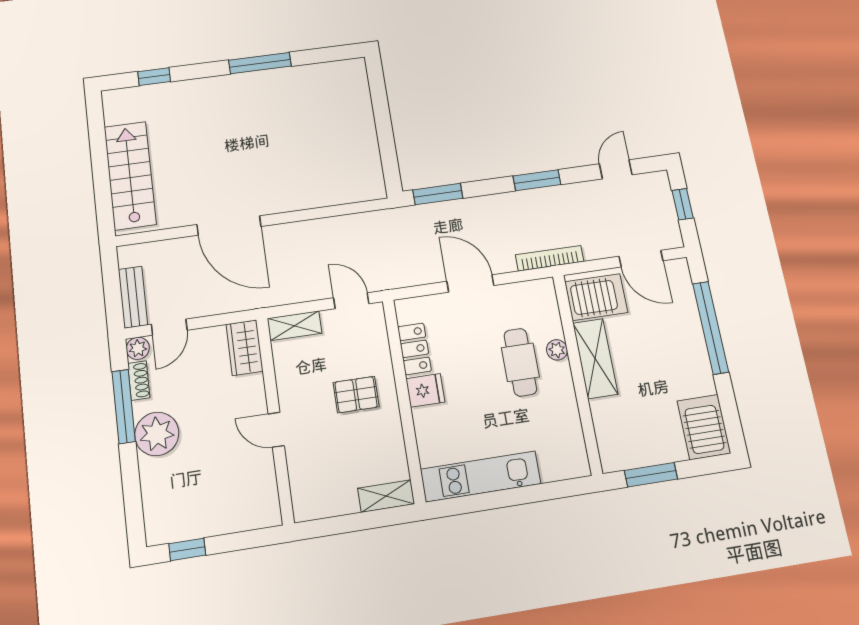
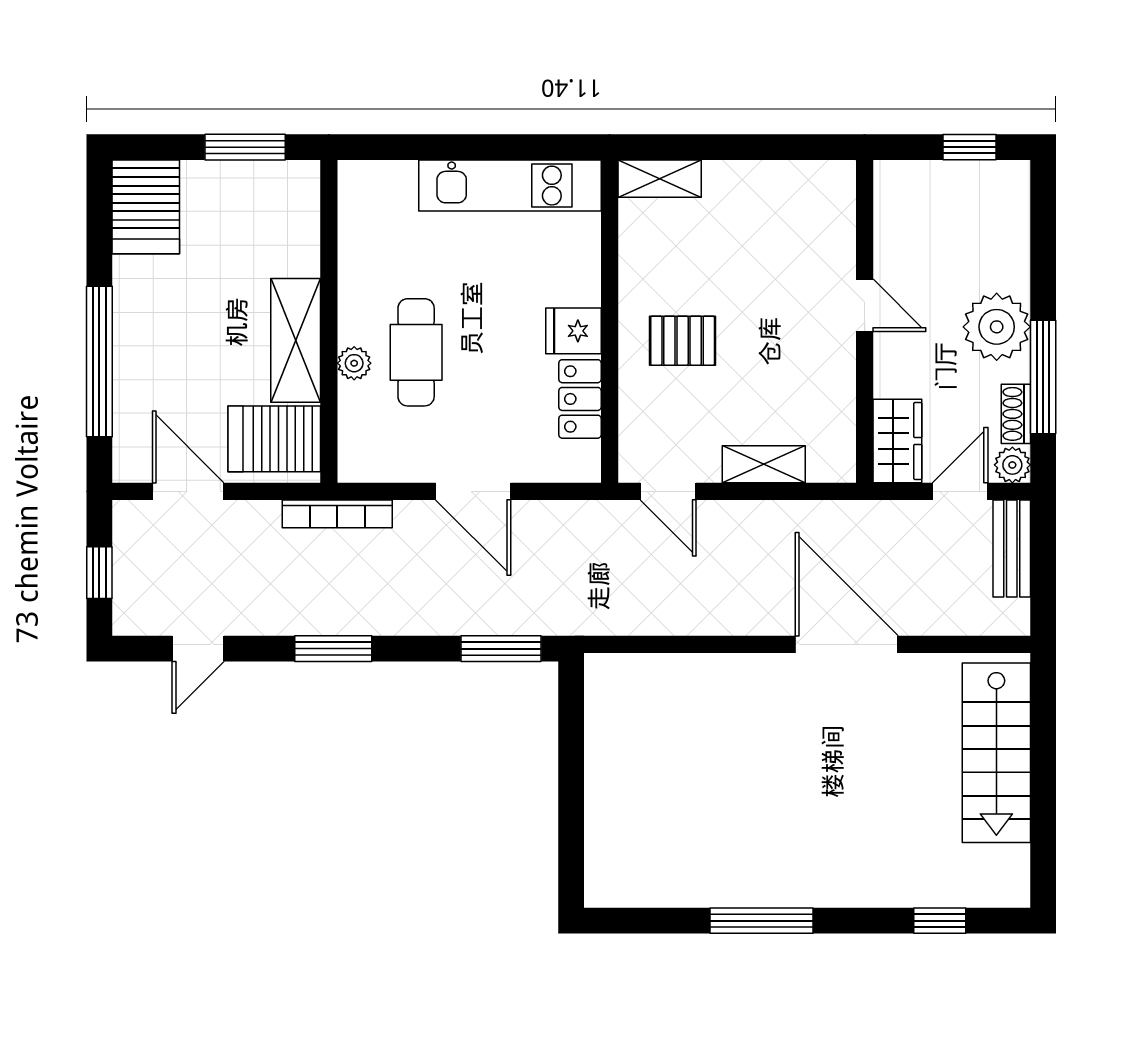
wardrobe: (245, 348) -> (897, 441), moved
wall: (275, 419) -> (865, 321), moved
door: (276, 430) -> (865, 305), moved

